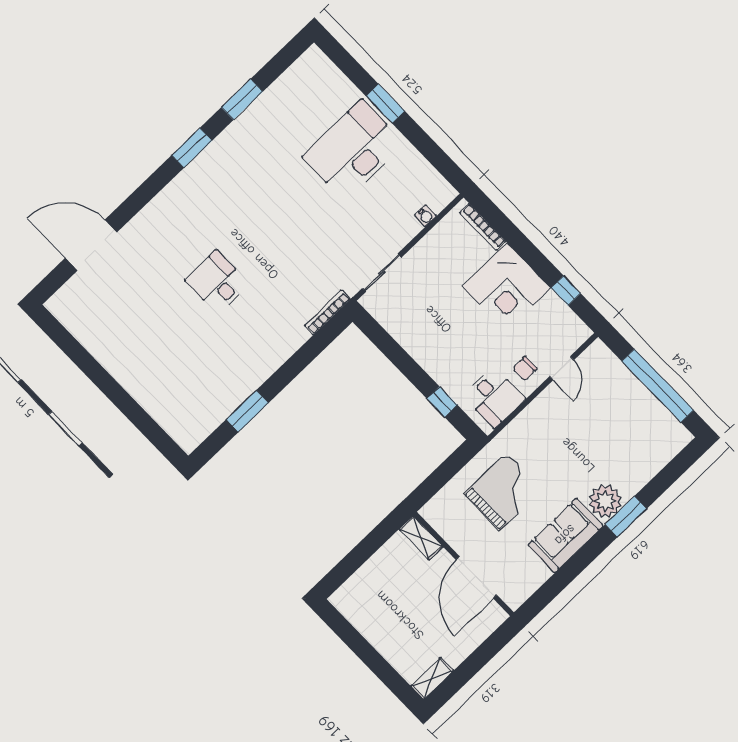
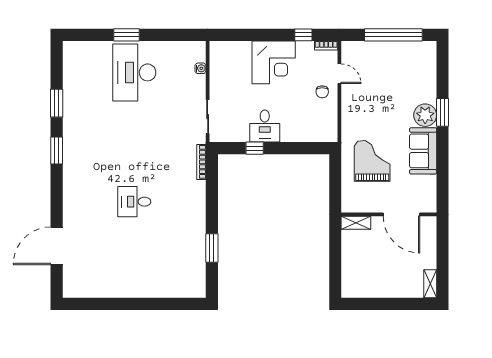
bookcase: (483, 227) -> (326, 45), moved, width x0.64
desk: (494, 397) -> (265, 126), moved, turned 90
window: (442, 402) -> (255, 148), moved

